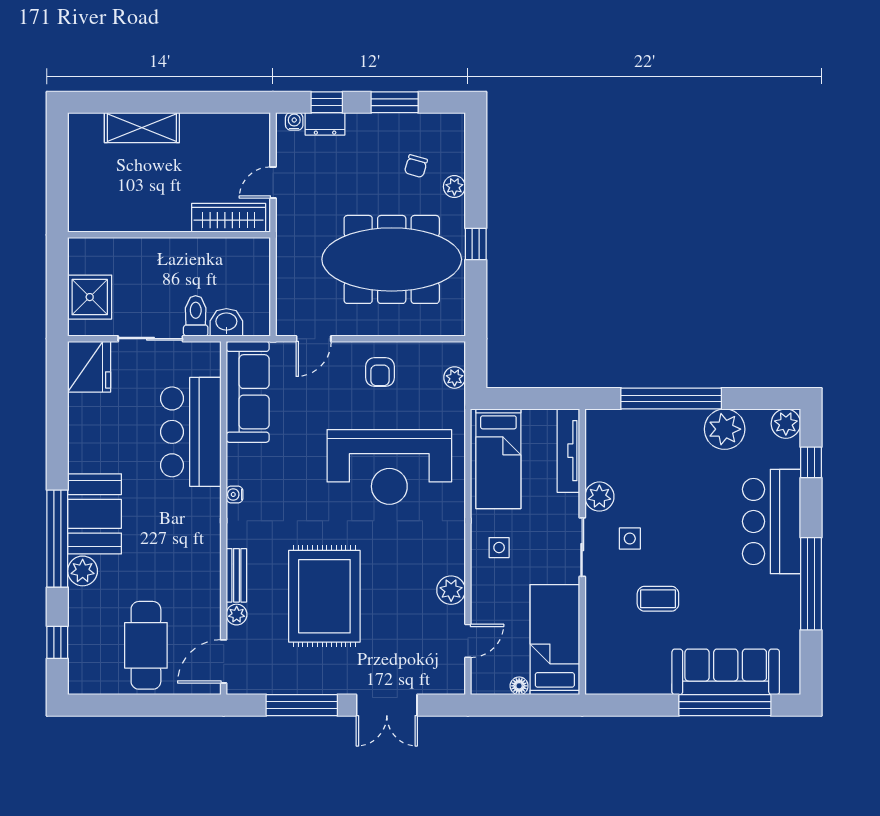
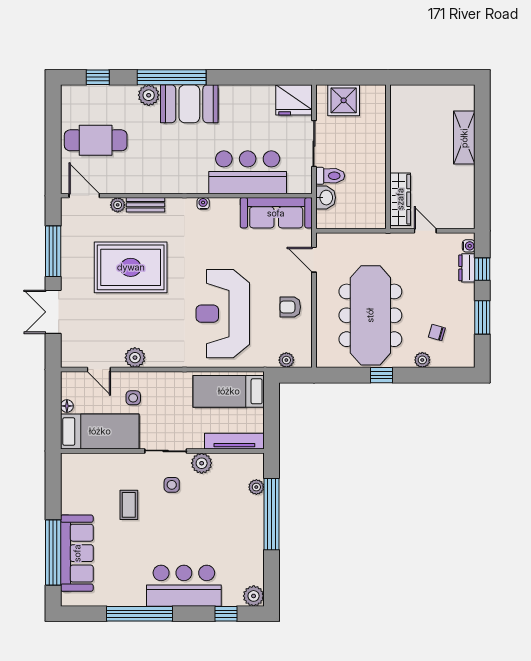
plant: (725, 429) -> (256, 487), moved, width x0.53, depth x0.53
side table: (499, 548) -> (133, 398), moved

